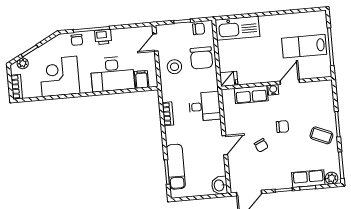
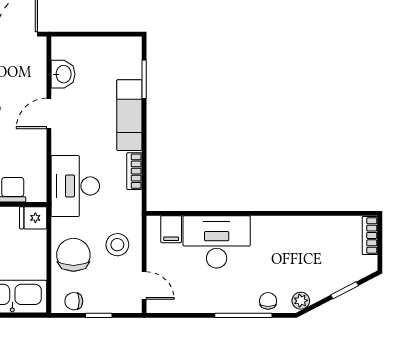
printer: (103, 37) -> (226, 302), removed
door: (155, 43) -> (144, 286), hinge flipped
plant: (23, 63) -> (301, 301), moved
corner desk: (60, 76) -> (301, 246), removed
desk: (205, 106) -> (75, 186), width x1.37
exam couch: (176, 167) -> (129, 115), moved
washbasin: (219, 185) -> (63, 74), moved

